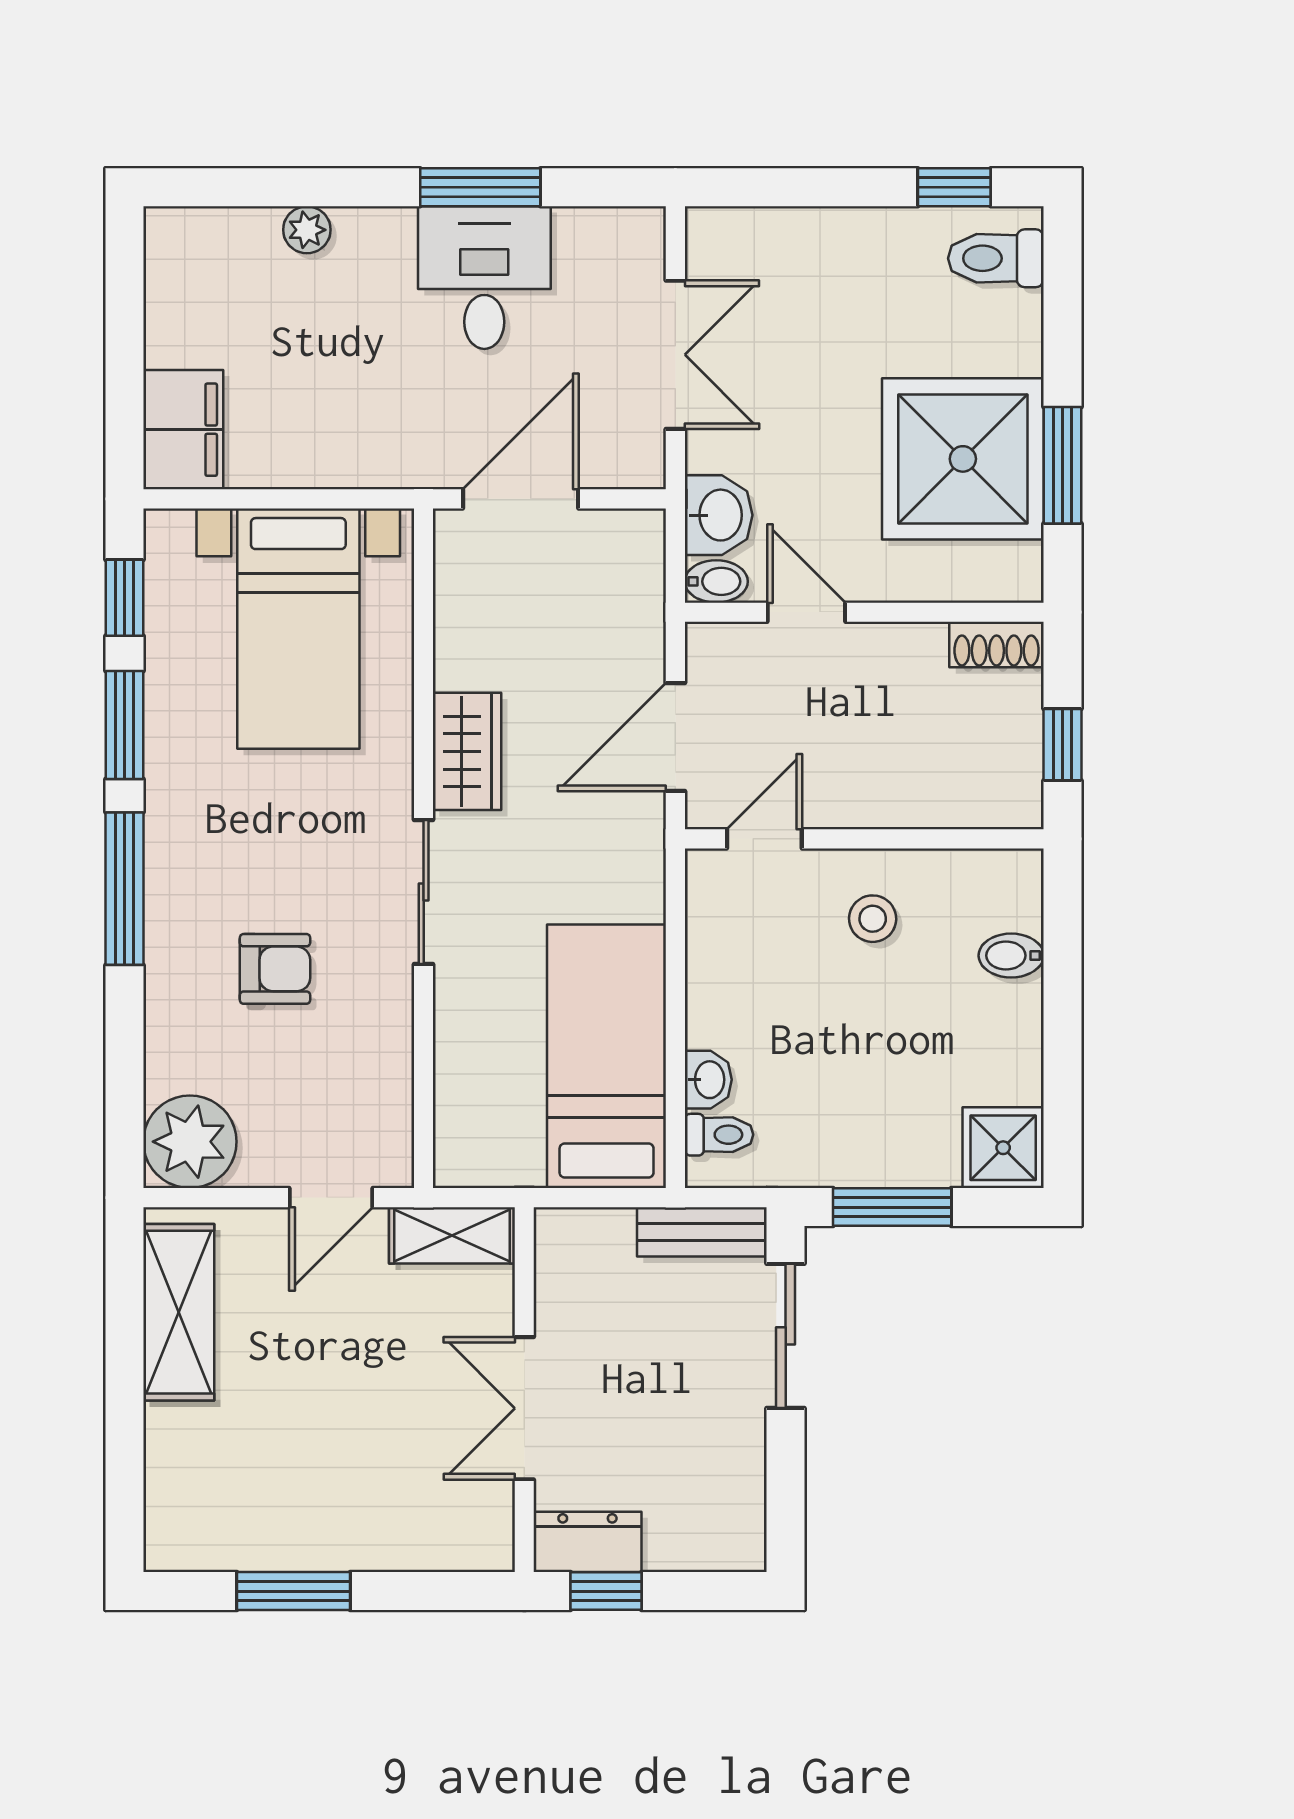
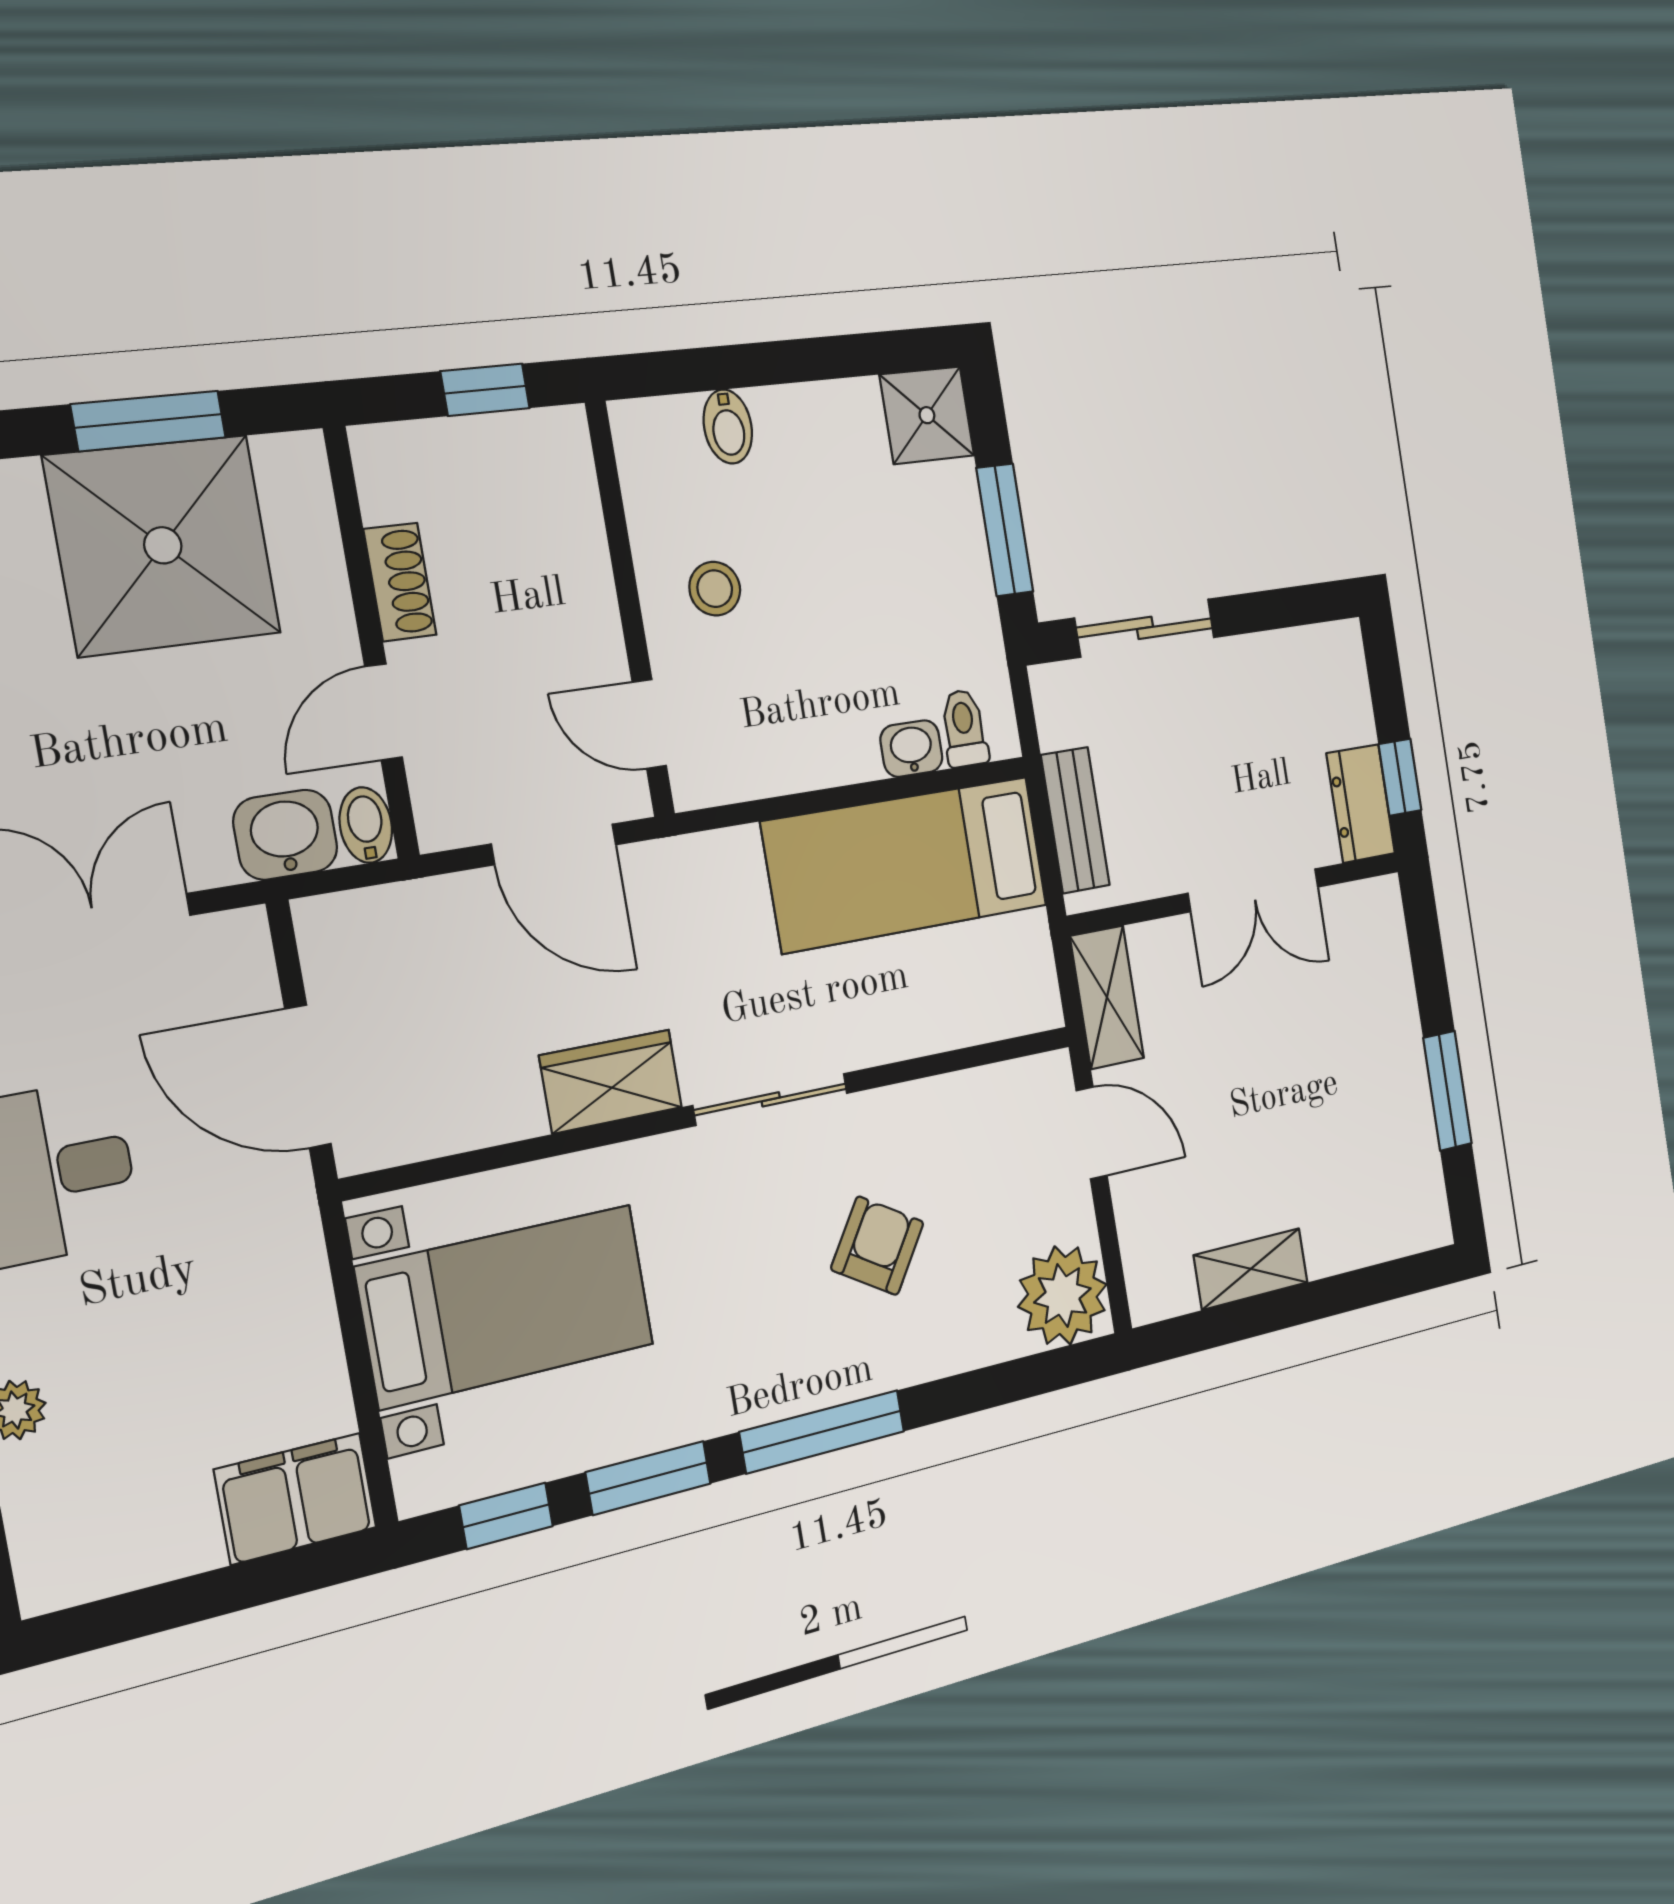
shoe rack: (997, 645) -> (400, 582), moved
armchair: (275, 969) -> (877, 1246), turned 32
bench: (702, 1232) -> (1075, 820), moved
shelving: (179, 1312) -> (1251, 1269), width x0.67, depth x0.75

